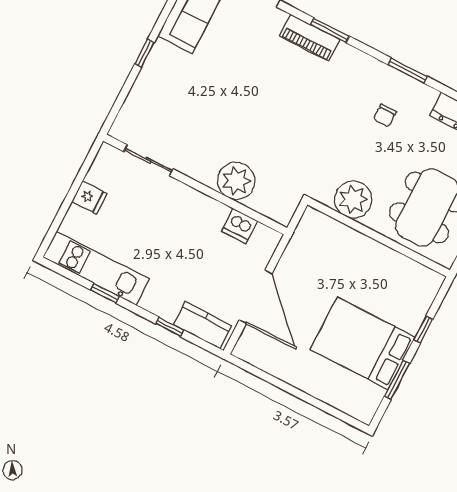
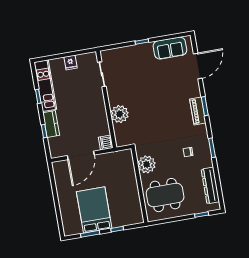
piano: (310, 38) -> (198, 111), moved
dishwasher: (239, 226) -> (106, 143), moved
kitchen counter: (202, 325) -> (51, 124), moved

